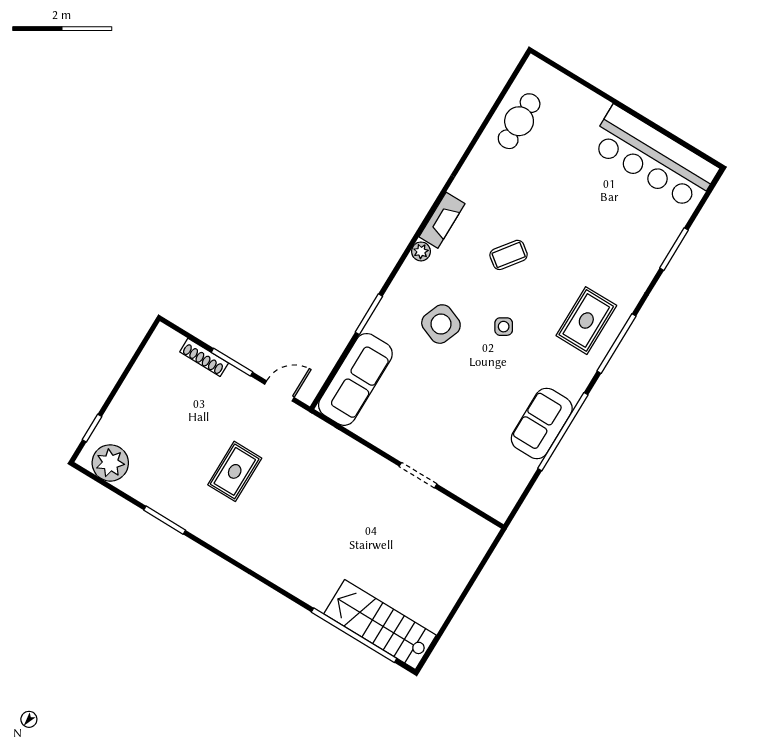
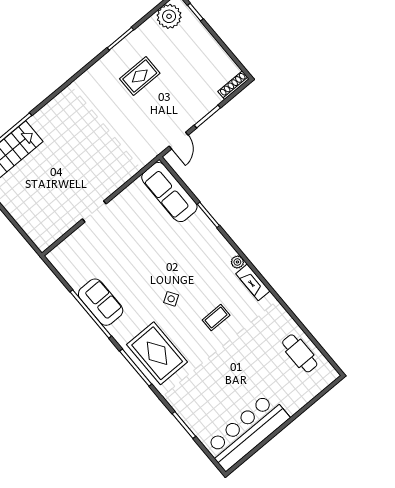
coffee table: (509, 255) -> (216, 318), turned 53
rug: (586, 321) -> (157, 353), width x1.36, depth x1.43
side table: (441, 324) -> (186, 259), removed
shoe rack: (204, 357) -> (234, 85), moved
rug: (235, 471) -> (140, 76), moved, turned 90

